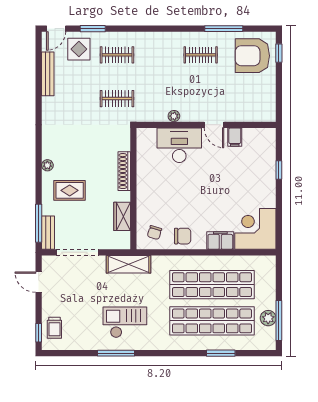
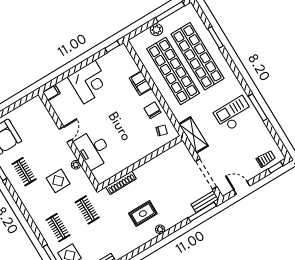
display table: (168, 86) -> (58, 181), added
filing cabinet: (235, 137) -> (51, 93), moved
window: (279, 170) -> (112, 47), moved
shoe rack: (124, 171) -> (121, 183), moved
rug: (70, 190) -> (143, 214), moved, turned 90
wardrobe: (122, 216) -> (164, 159), removed
corner desk: (255, 229) -> (89, 82), moved, turned -90
door: (39, 282) -> (242, 188), swing flipped
plant: (268, 318) -> (156, 30), moved
checkout: (125, 322) -> (234, 114), turned 90

